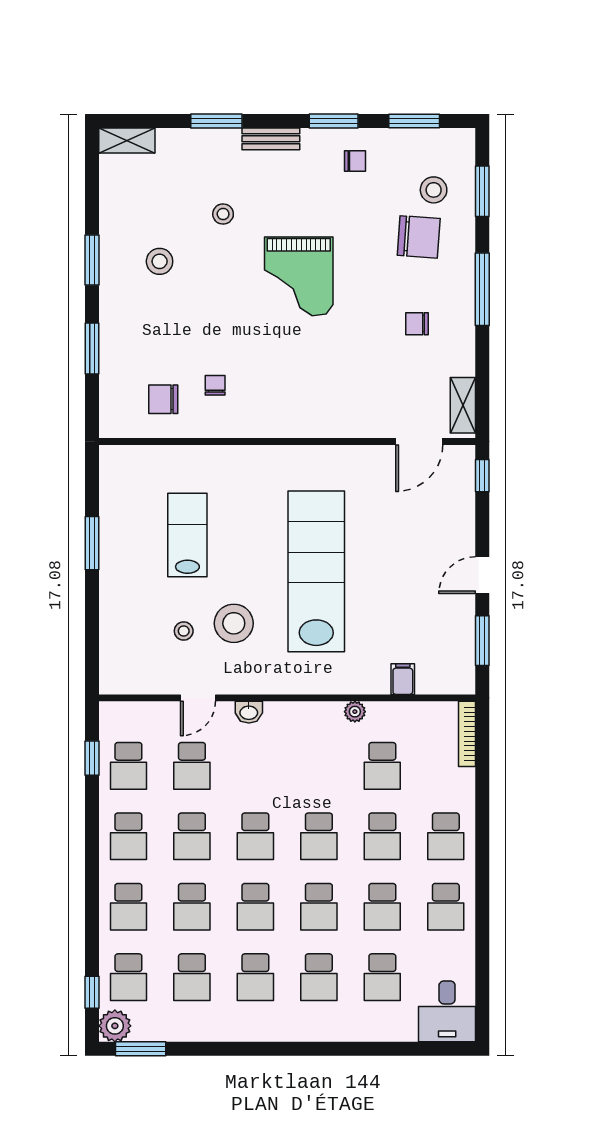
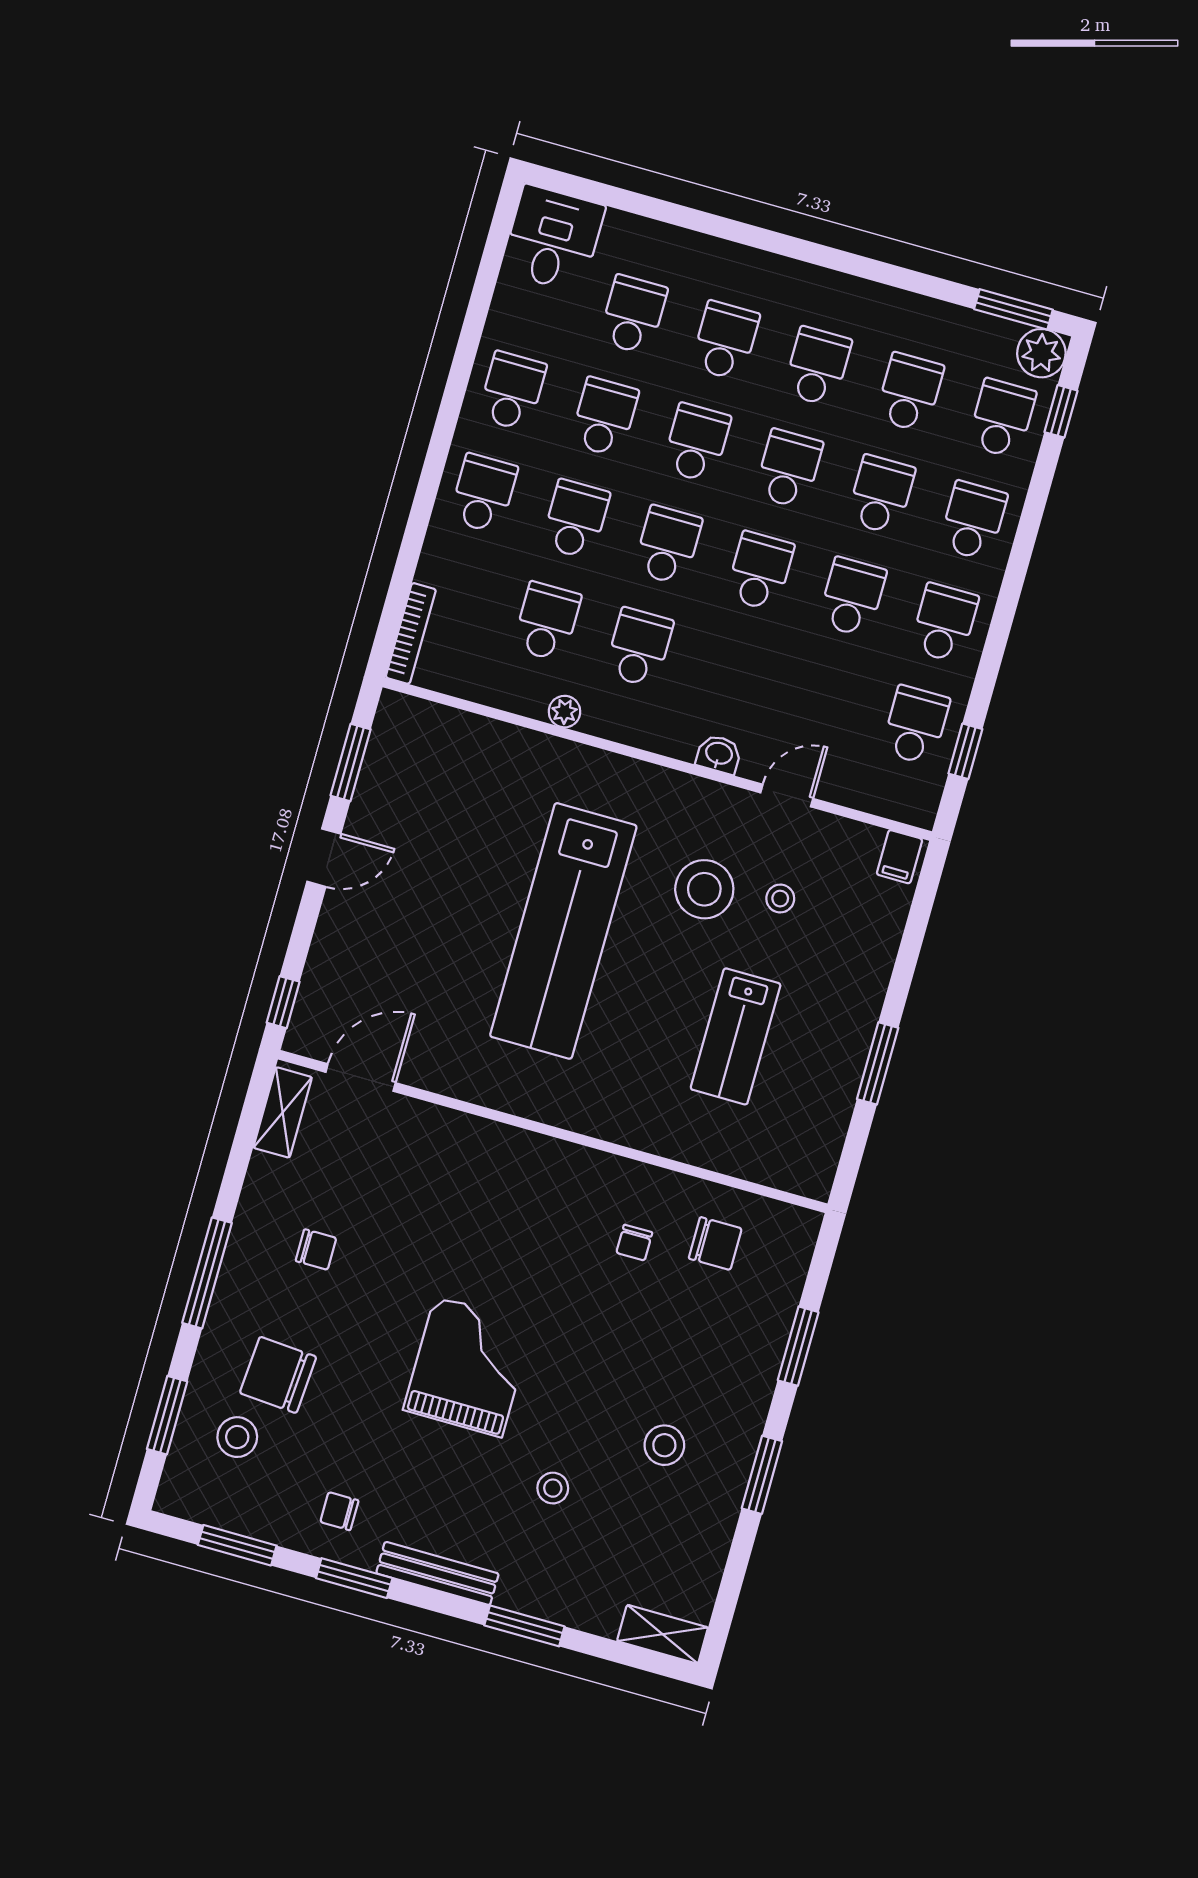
bench: (271, 139) -> (437, 1573), width x1.36
filing cabinet: (403, 679) -> (899, 857), moved
school desk: (192, 766) -> (639, 647), moved

